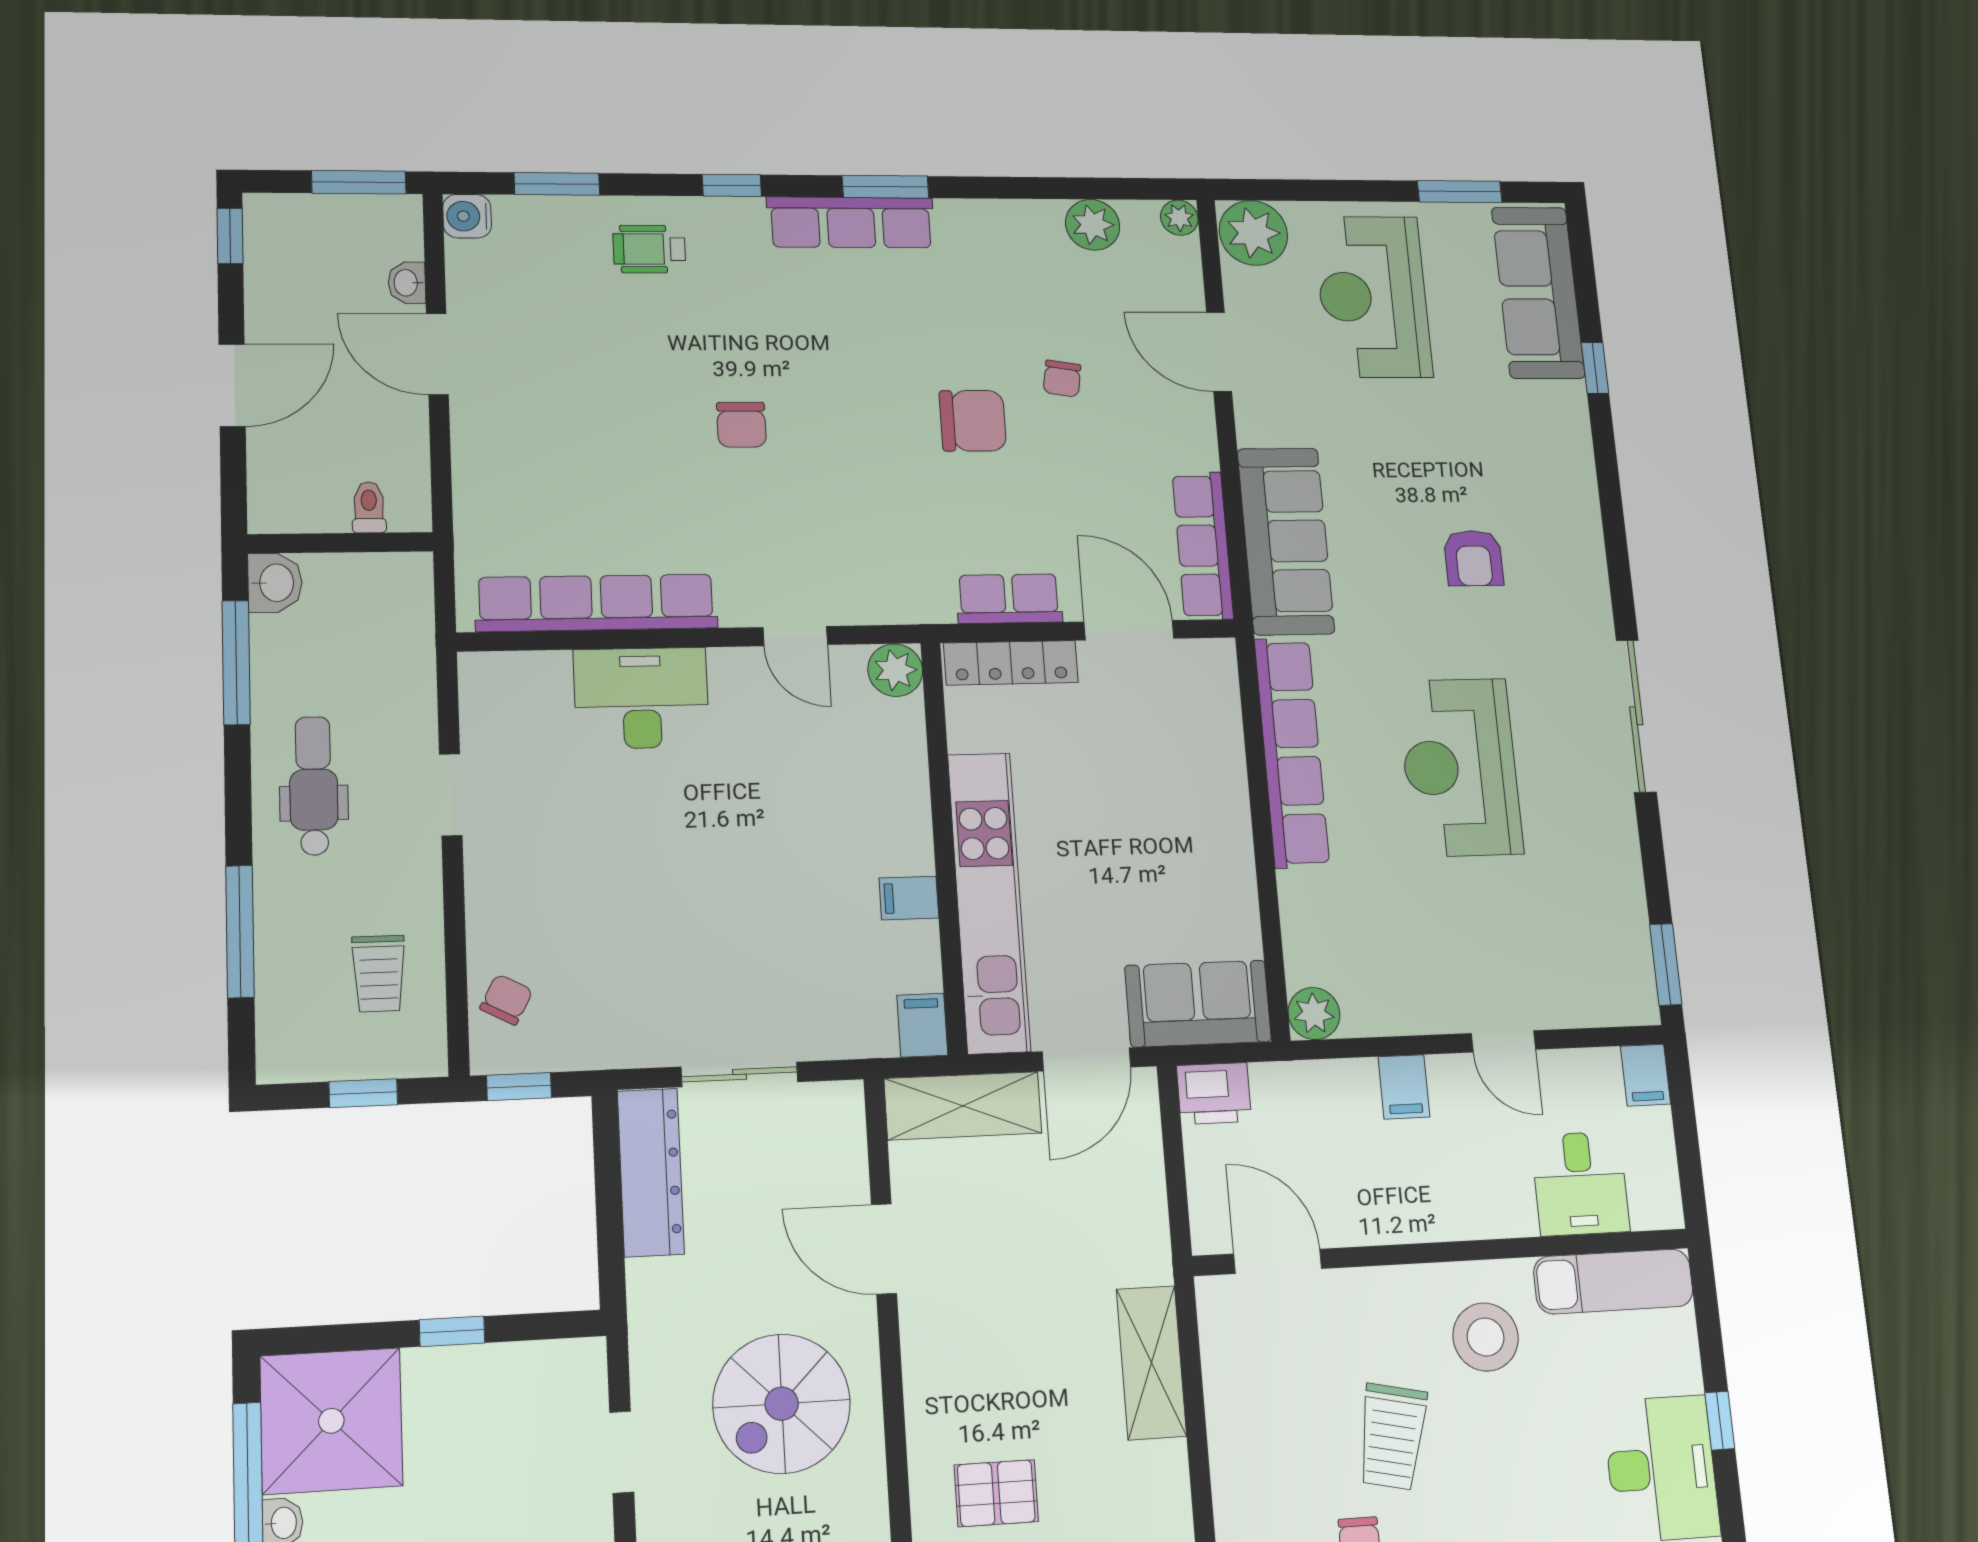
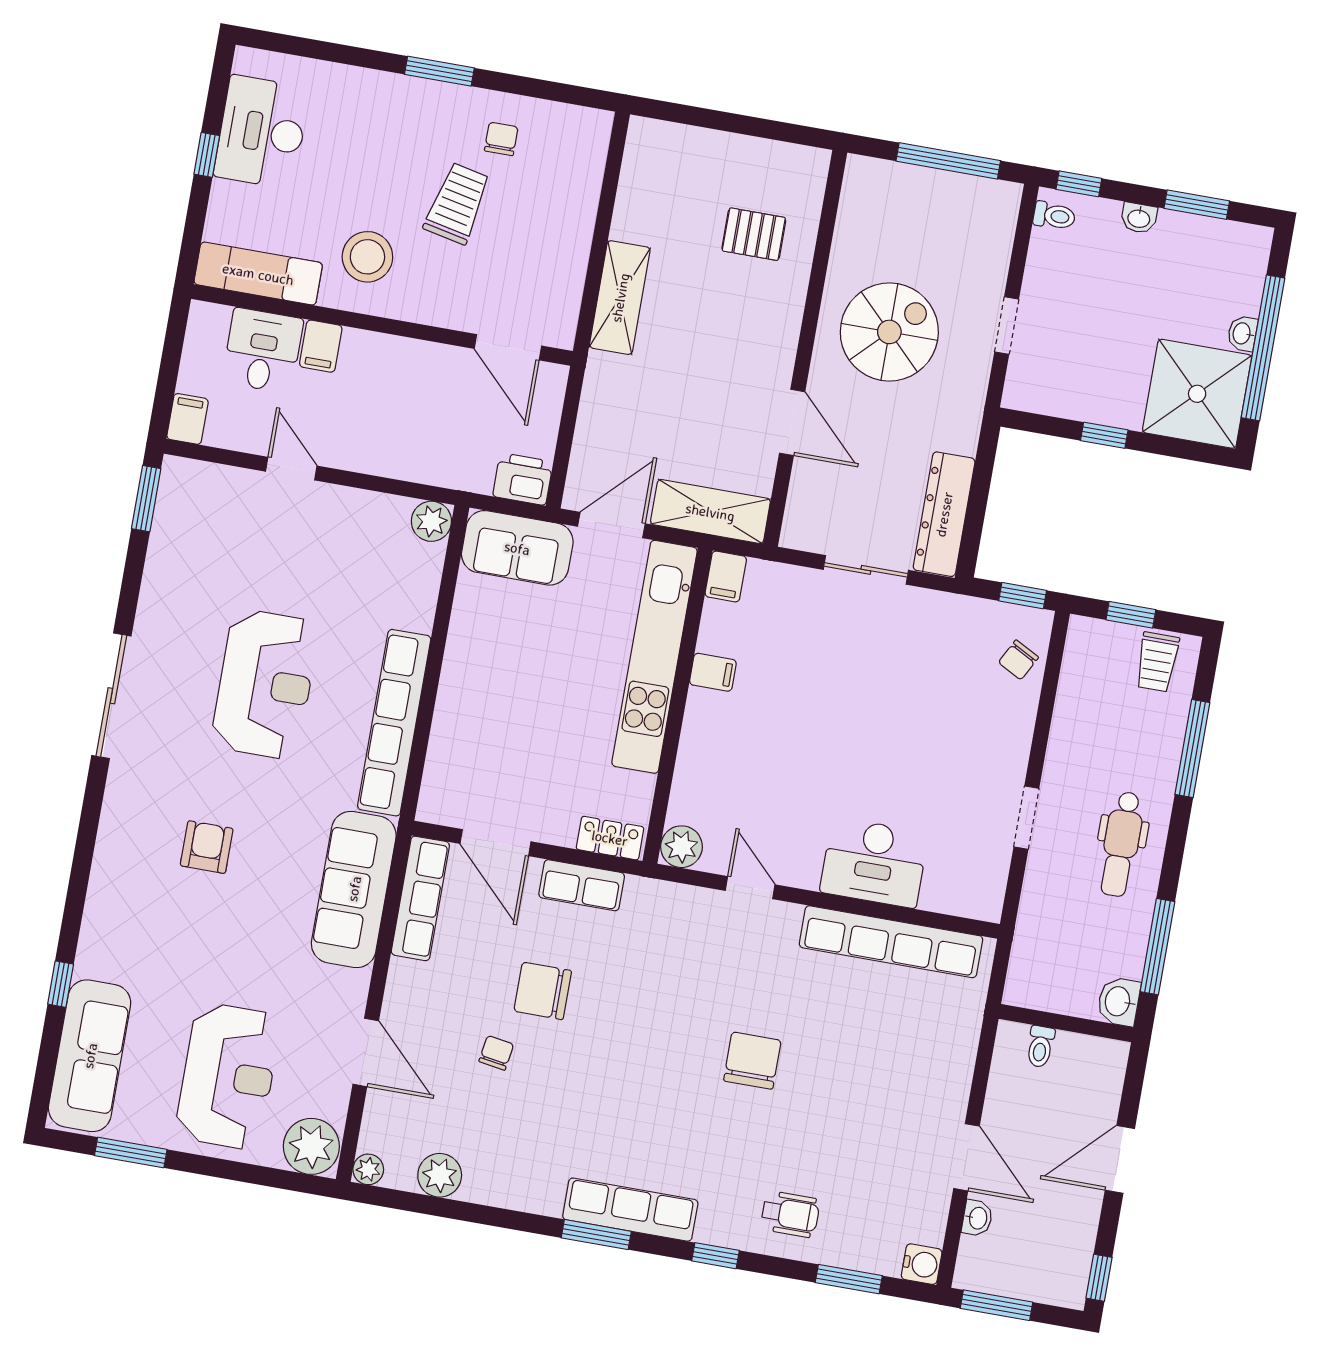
chair: (973, 421) -> (543, 991), moved
chair: (741, 425) -> (752, 1061), width x1.37, depth x1.37
locker: (1011, 663) -> (610, 838), width x0.66
trolley: (379, 974) -> (1157, 662), moved, turned 180
filing cabinet: (1404, 1087) -> (321, 346), moved, turned 180

